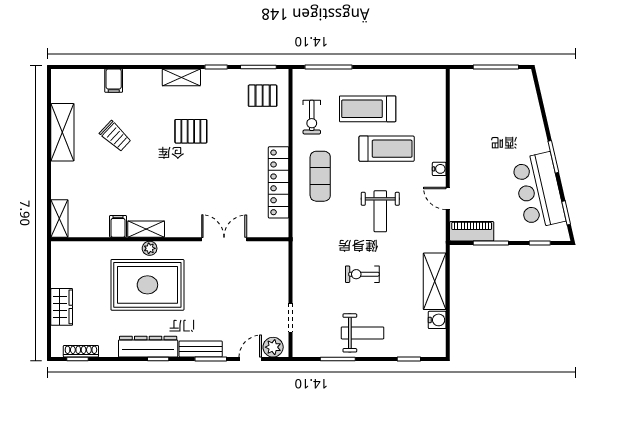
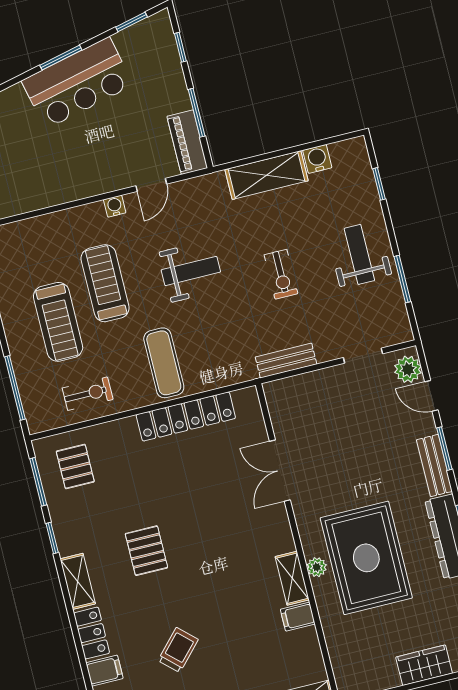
locker: (142, 78) -> (92, 633), added
exercise mat: (320, 176) -> (164, 363), turned 90
bar counter: (539, 191) -> (77, 83), moved
bench: (301, 263) -> (286, 361), added

